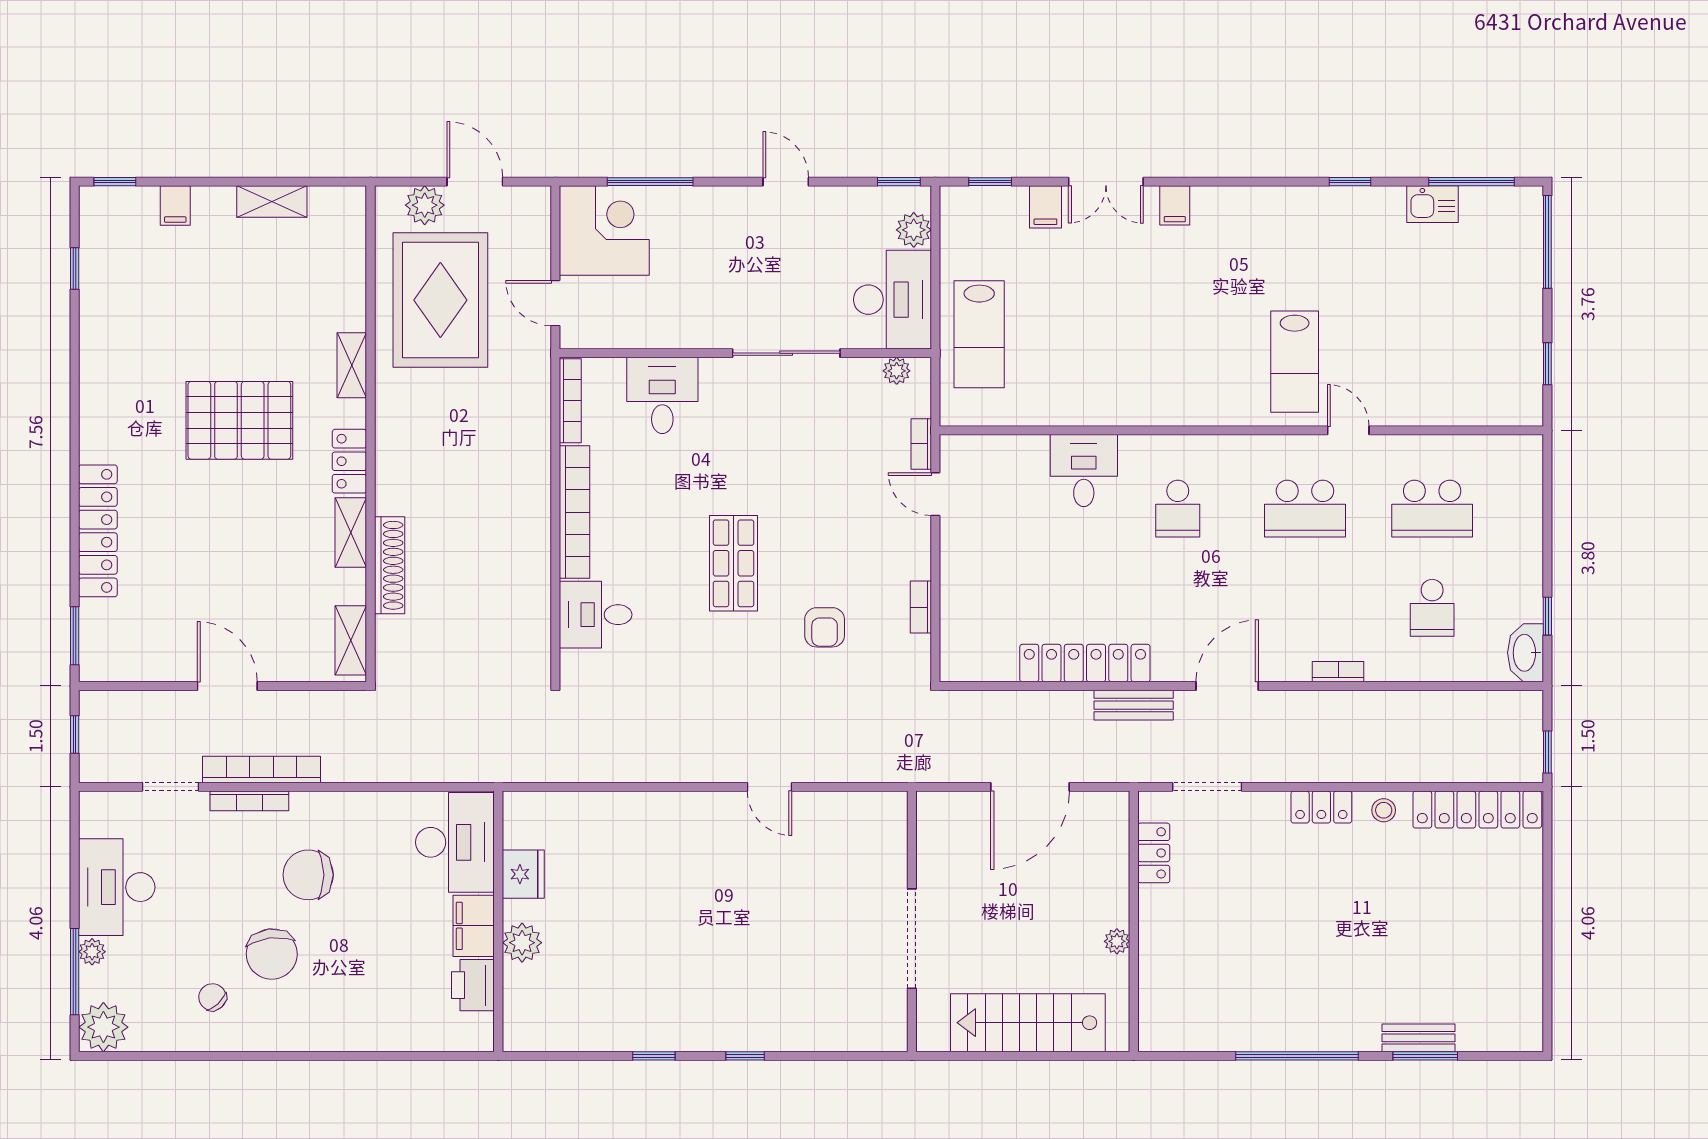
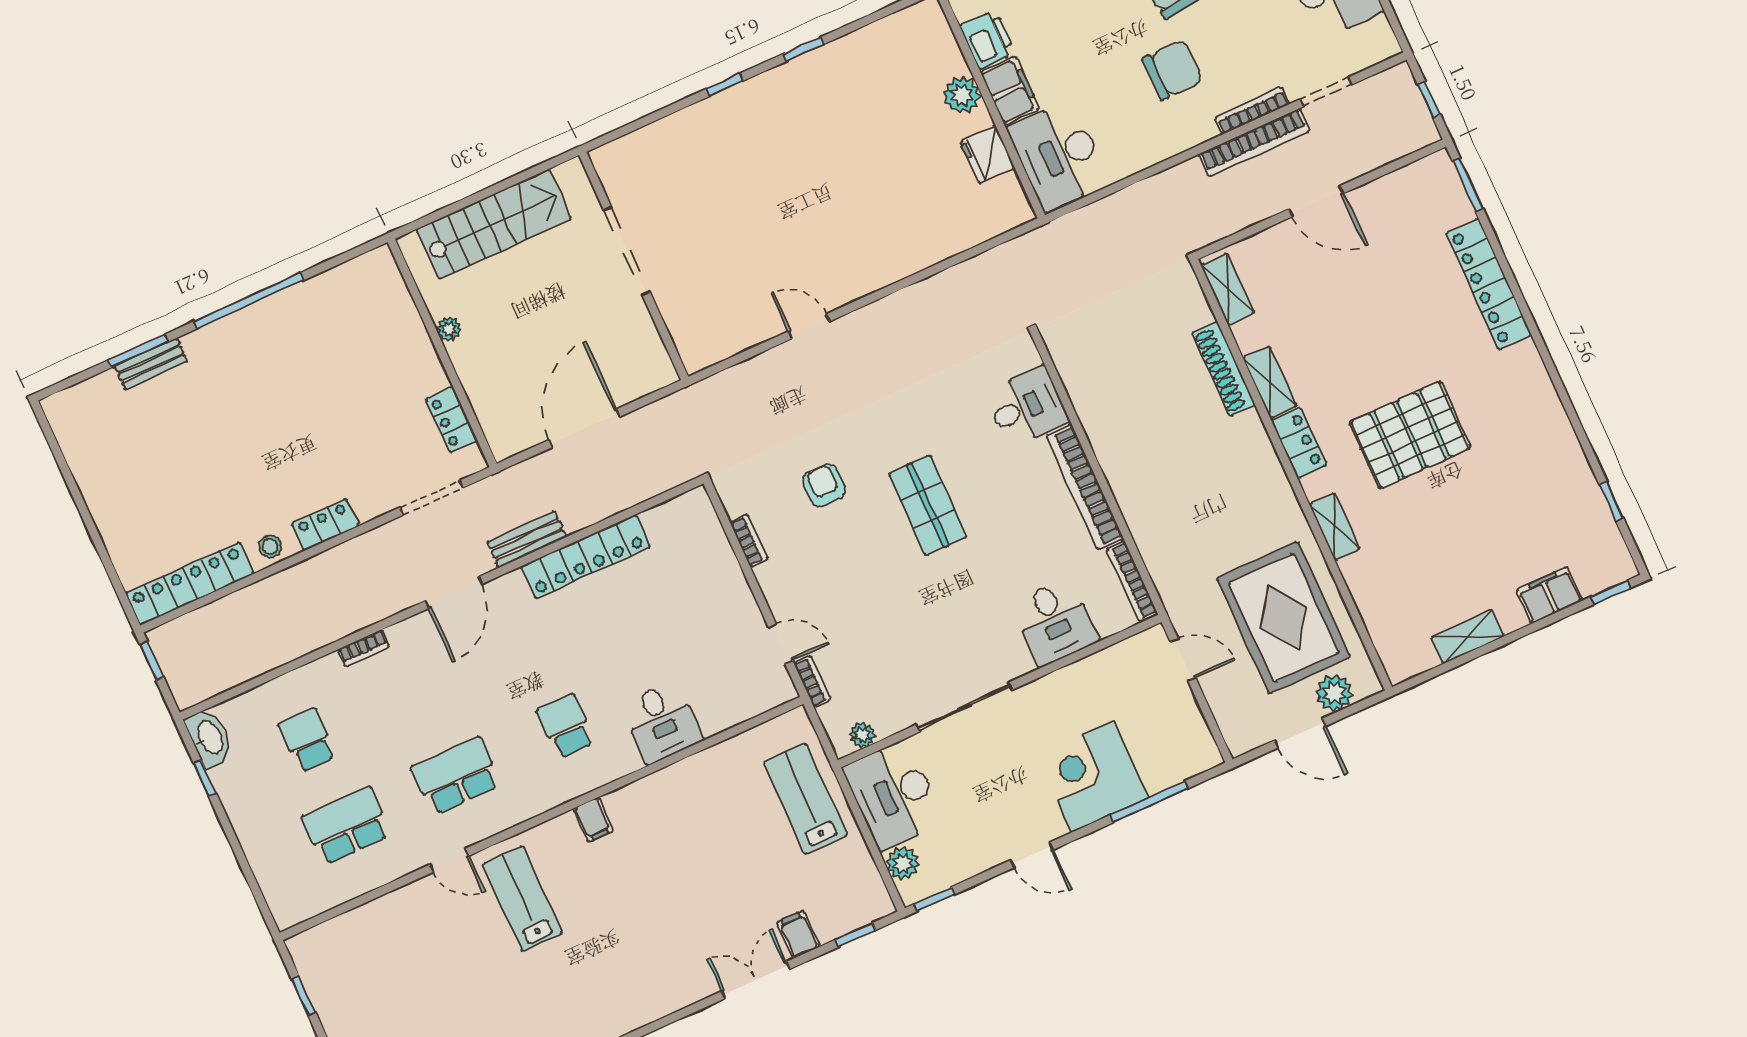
filing cabinet: (1175, 205) -> (593, 820), moved, turned 180
filing cabinet: (175, 206) -> (1549, 595), width x2.00
corner desk: (604, 230) -> (1093, 776), moved, turned 90

